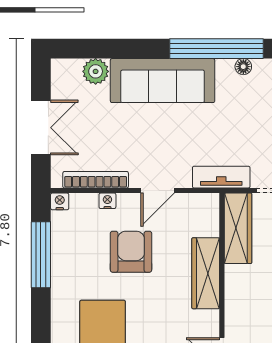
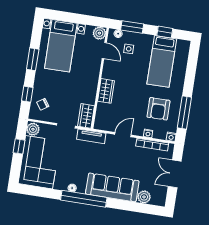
wardrobe: (238, 228) -> (86, 116), width x0.67
armchair: (131, 252) -> (158, 109), moved
wardrobe: (206, 273) -> (106, 91), width x0.67

